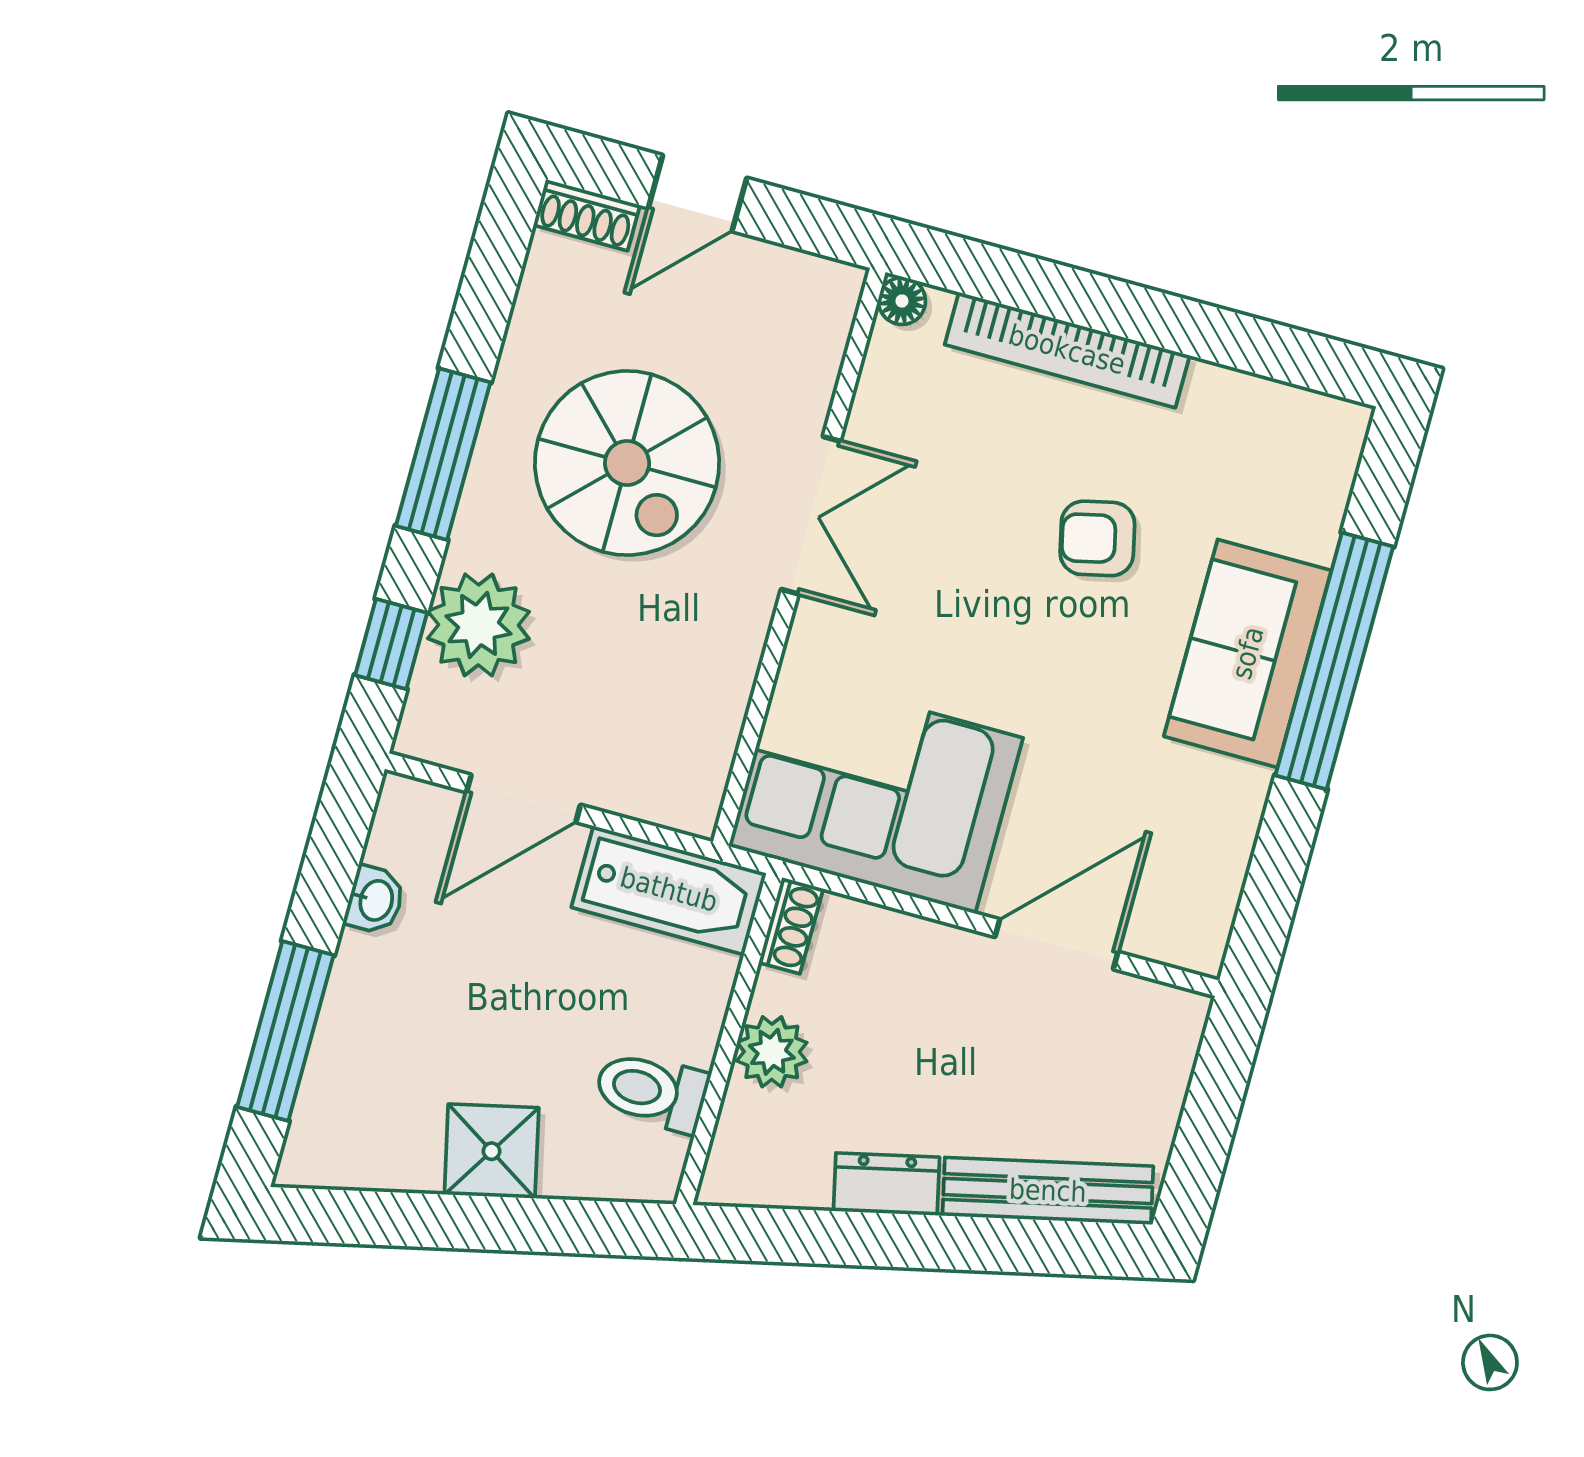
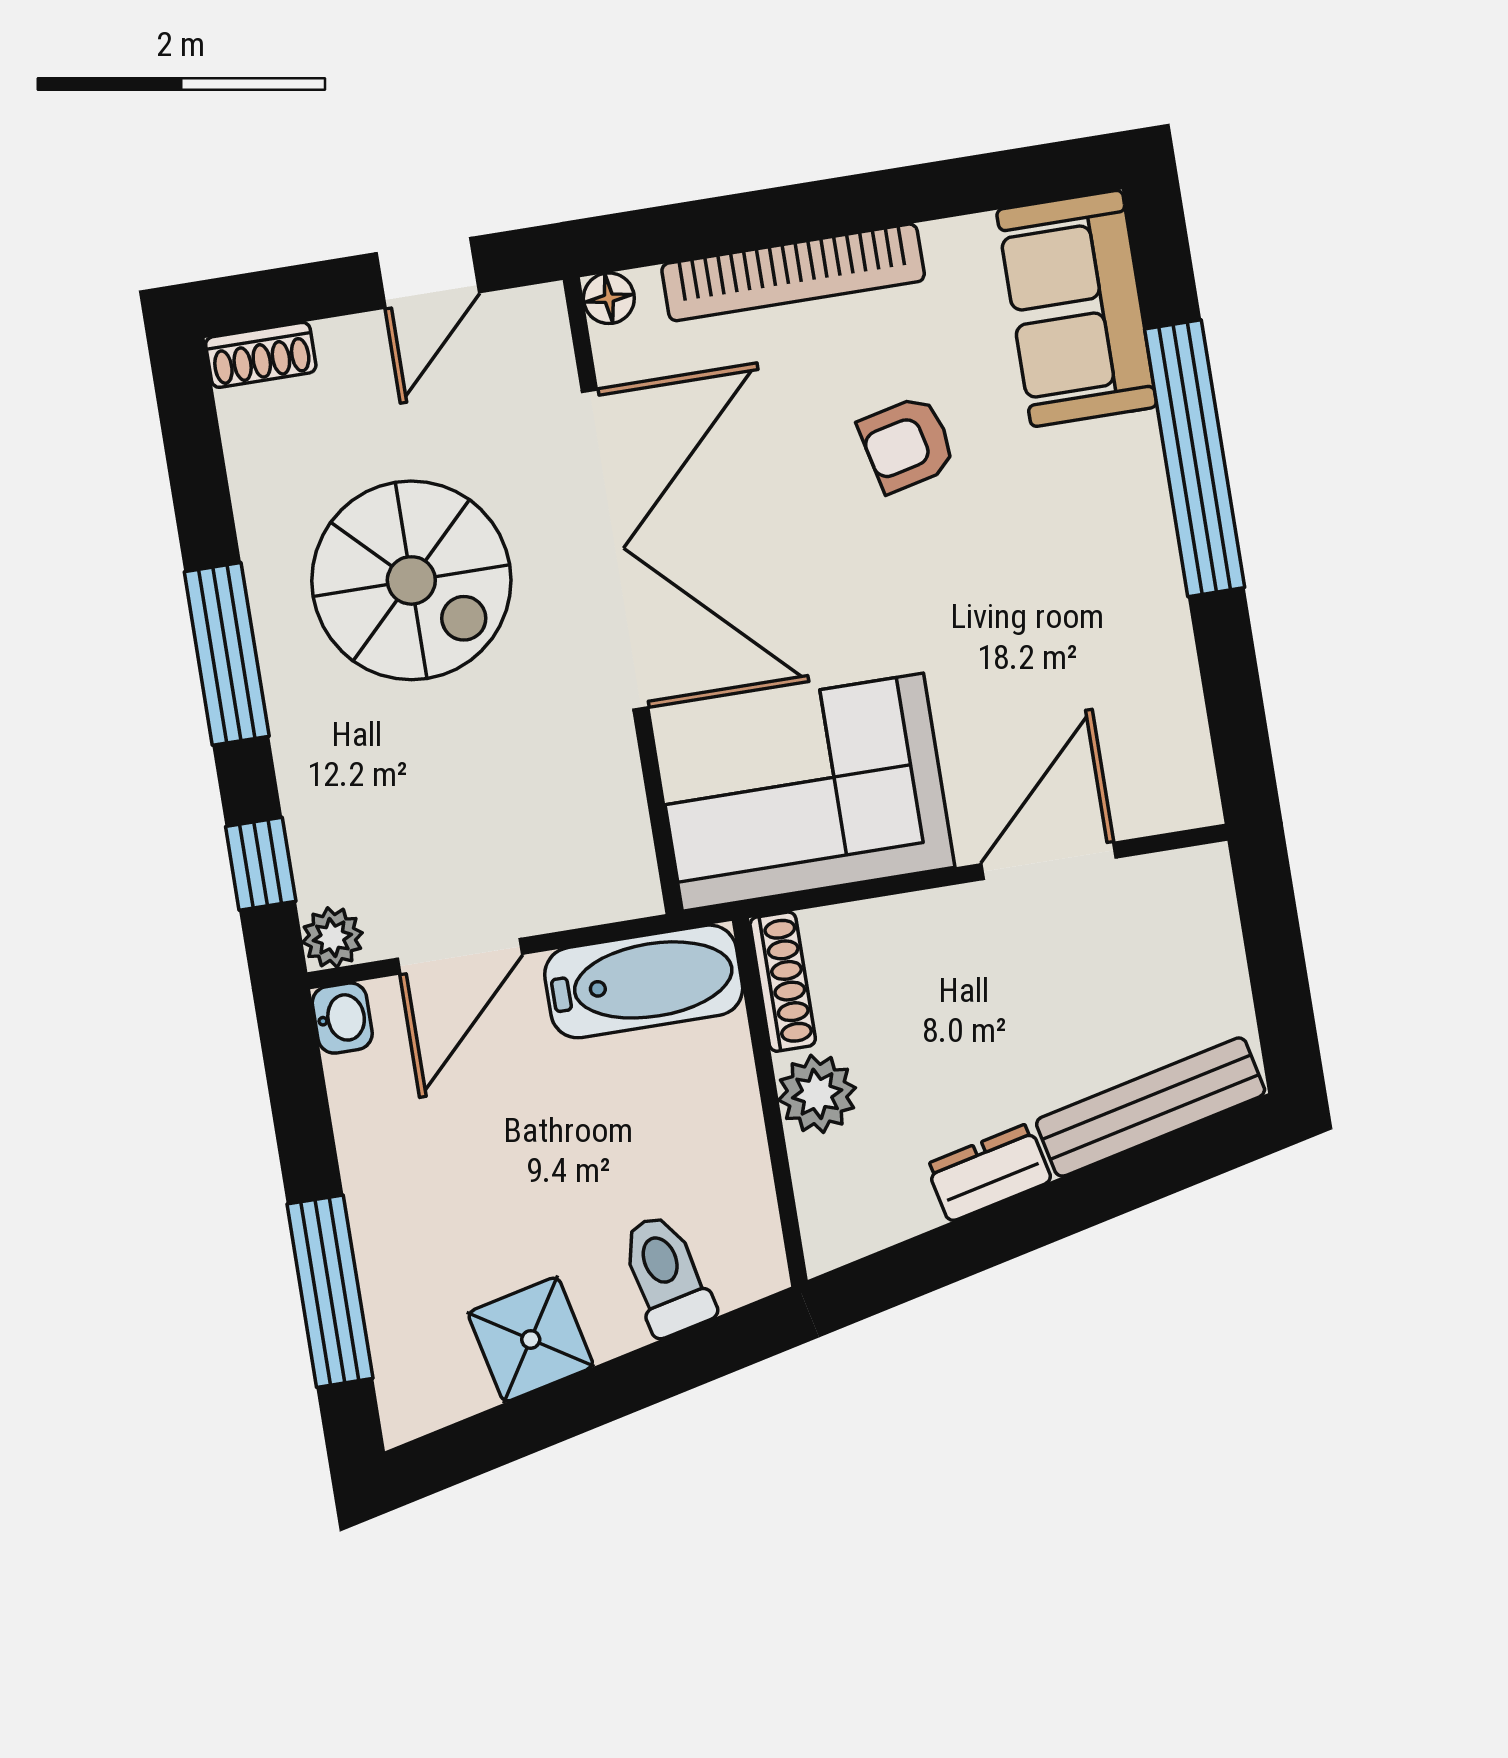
door: (697, 193) -> (428, 273), moved
double door: (811, 515) -> (615, 549), width x1.87
plant: (478, 625) -> (332, 938), moved, width x0.53, depth x0.53
sofa: (1248, 653) -> (1077, 308), moved
washbasin: (375, 900) -> (342, 1018), moved
shoe rack: (791, 926) -> (783, 982), width x1.43
toilet: (651, 1091) -> (666, 1275), moved, turned 77
shower: (492, 1151) -> (531, 1339), moved

